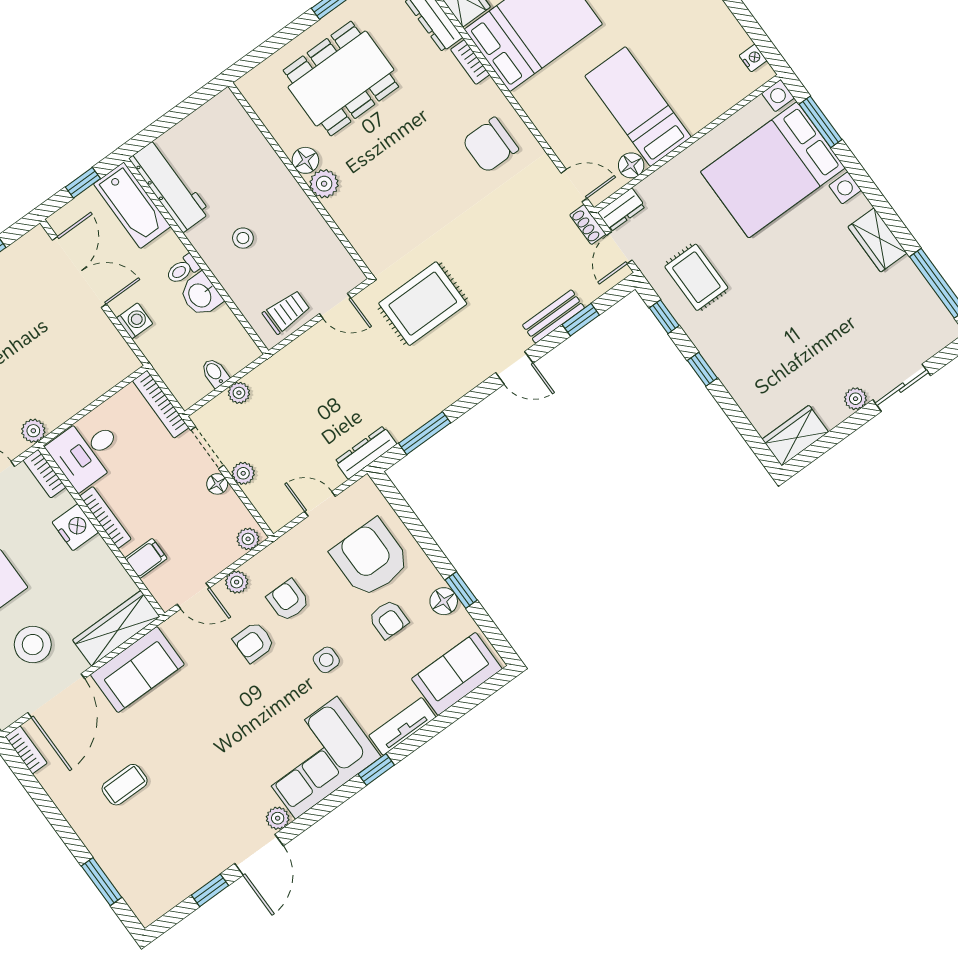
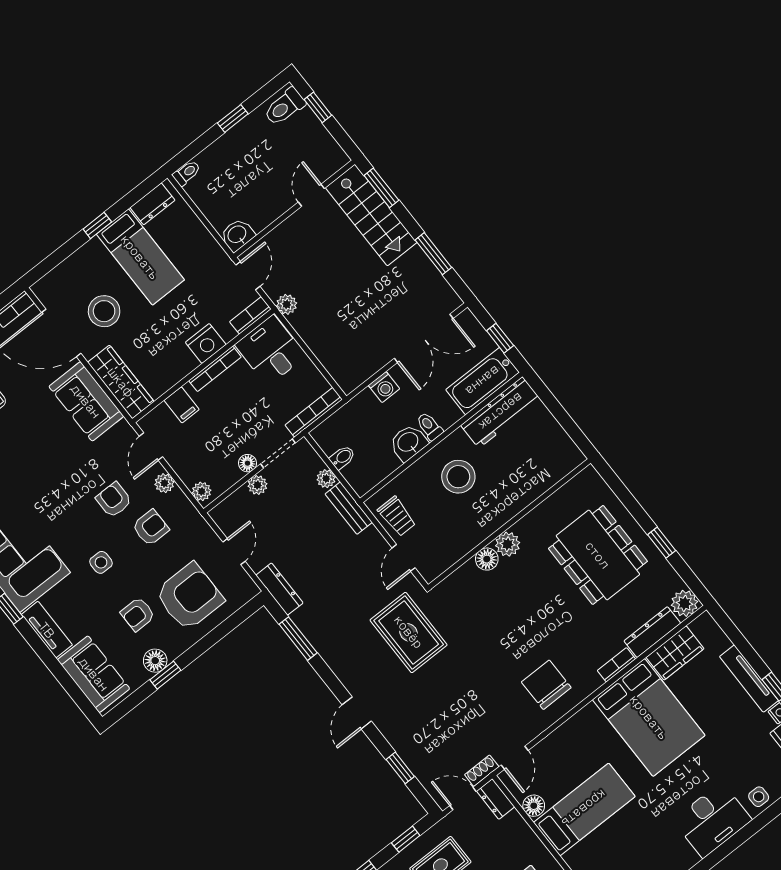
floor lamp: (305, 160) -> (487, 559), moved
stool: (243, 238) -> (458, 477), width x1.89, depth x1.89
bench: (553, 316) -> (349, 508), moved

